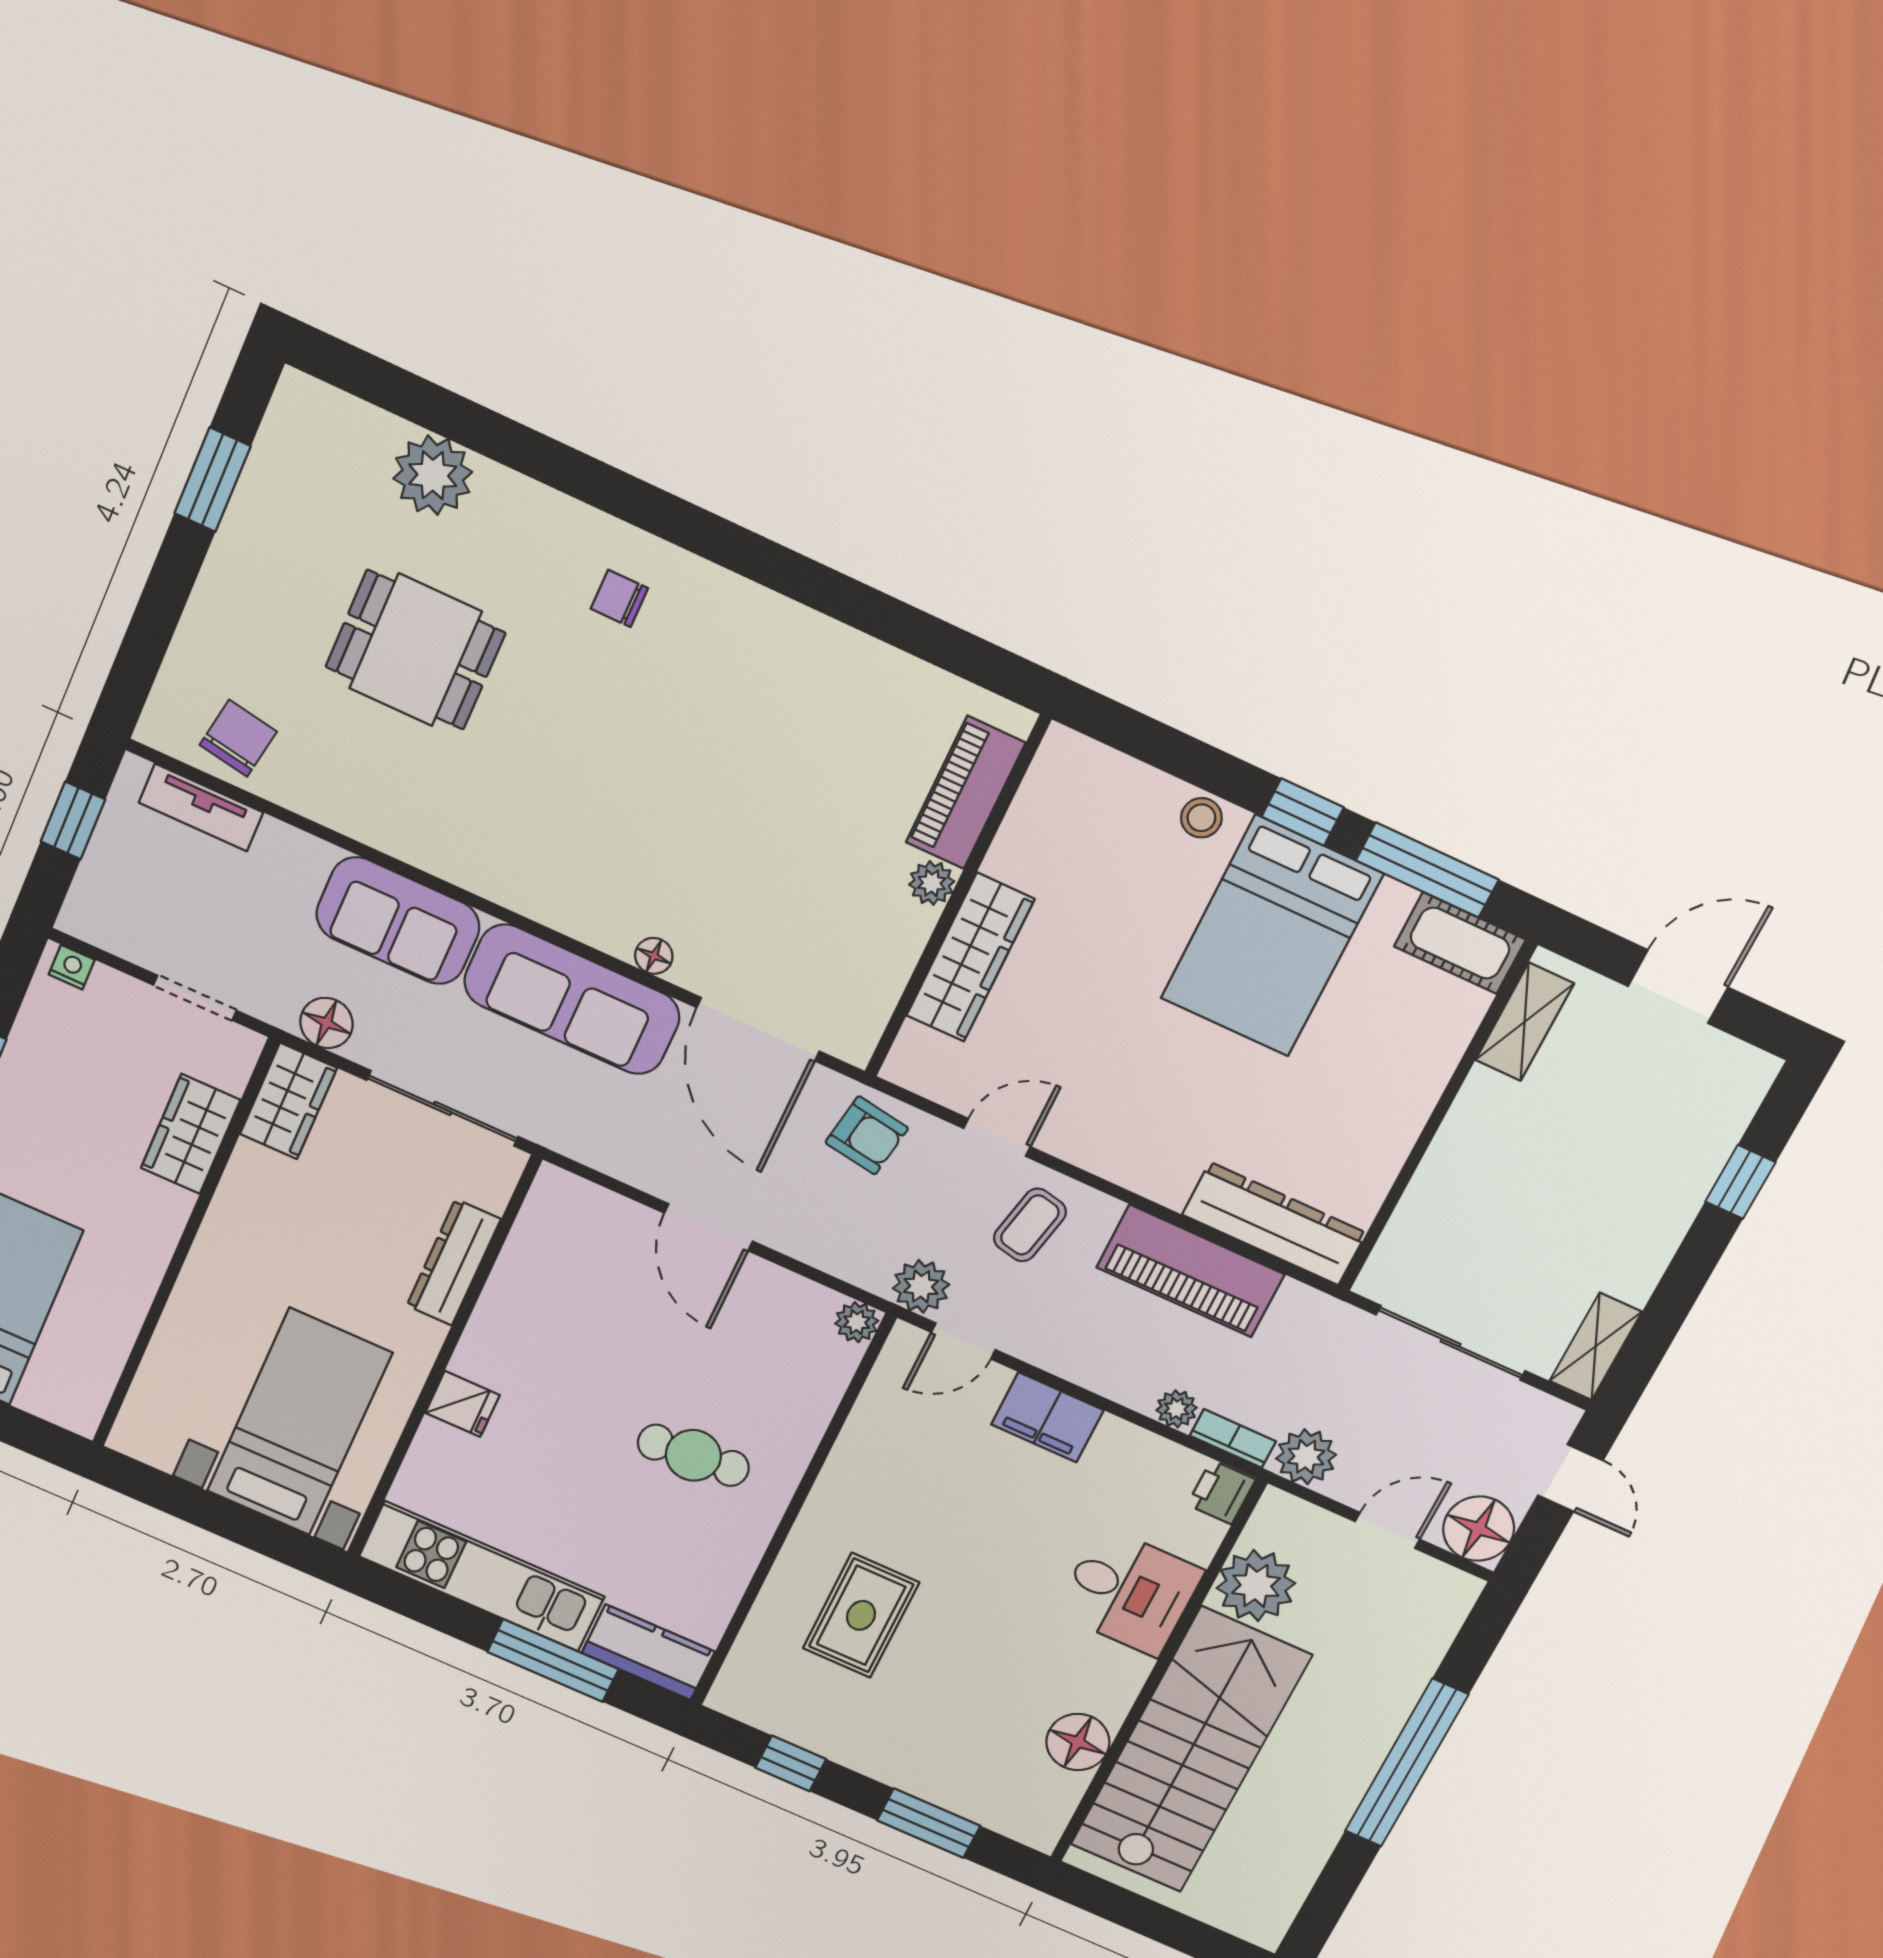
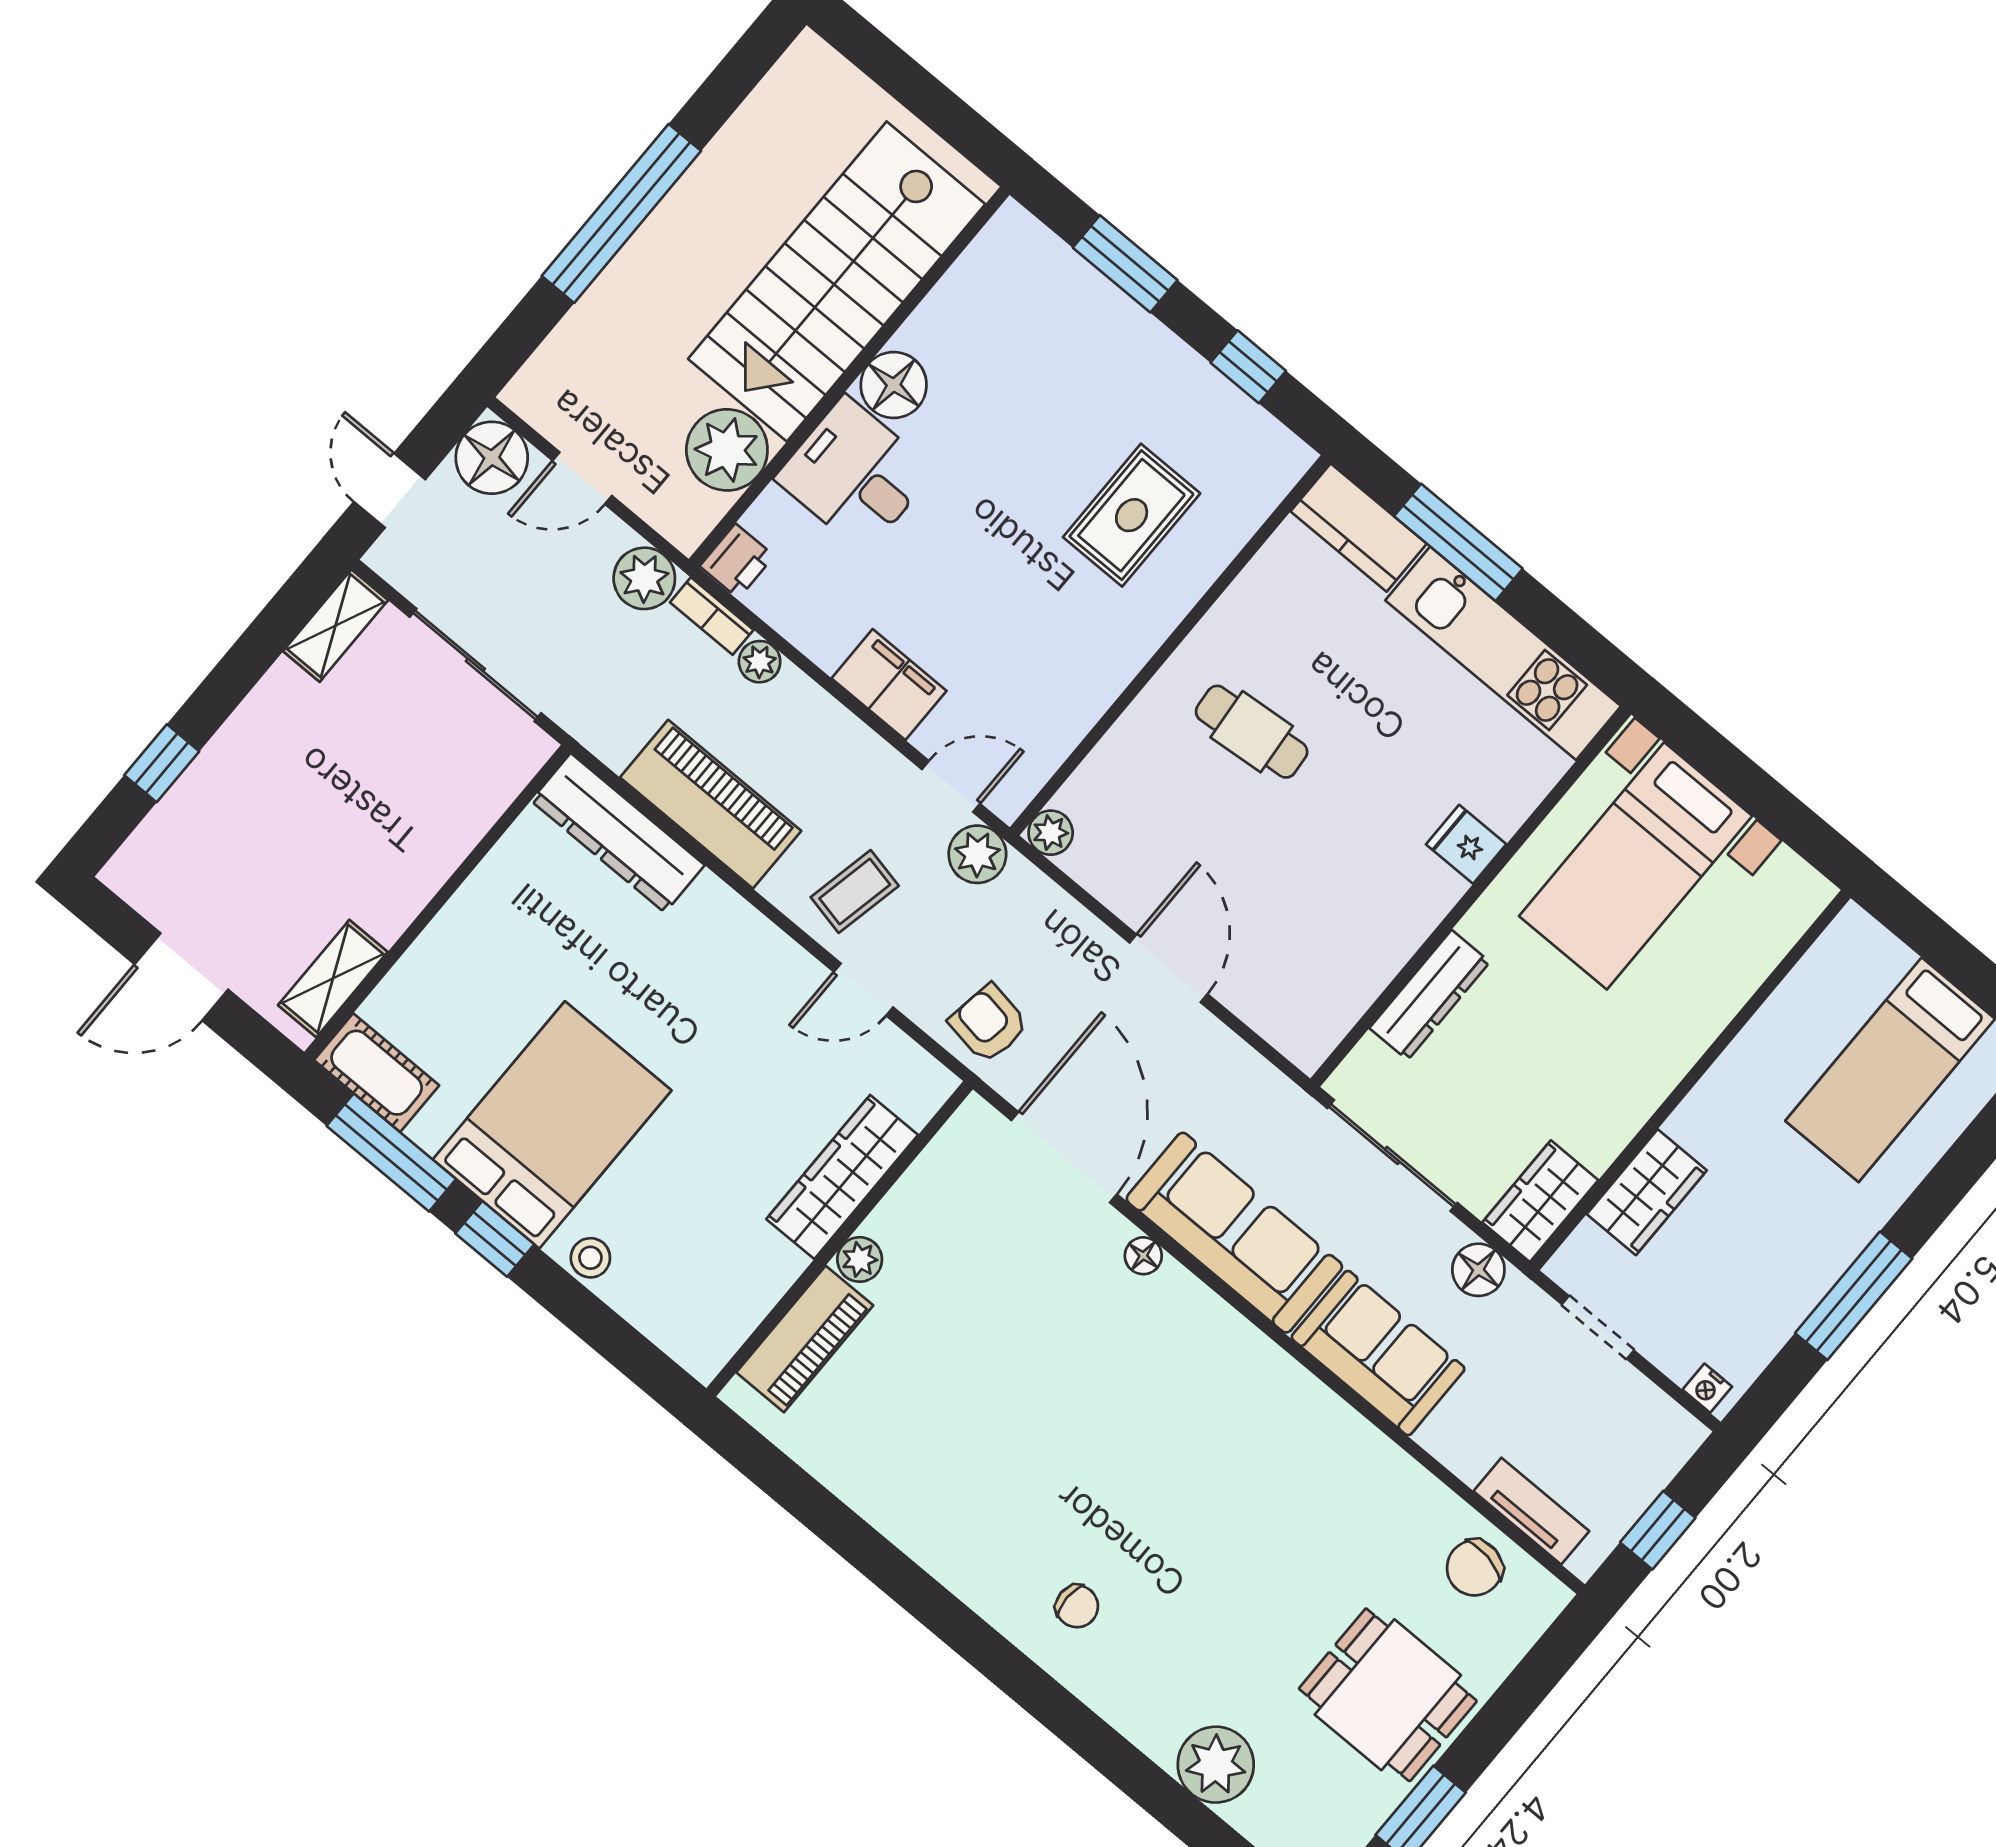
dining table: (415, 650) -> (1388, 1695), moved
floor lamp: (1078, 1742) -> (894, 385), moved

